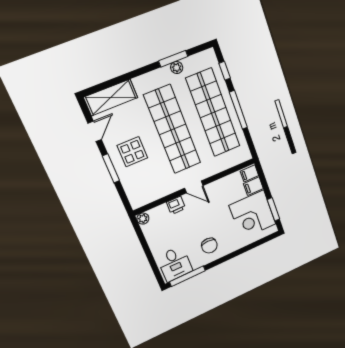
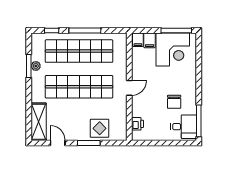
display table: (132, 152) -> (100, 128), moved
printer: (176, 205) -> (137, 124), moved
window: (273, 209) -> (176, 30), width x1.44
plant: (143, 219) -> (136, 136), removed
chair: (209, 246) -> (174, 102), moved, turned 90

